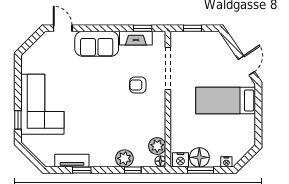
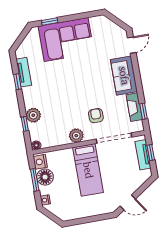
tv unit: (193, 38) -> (143, 155), added
bed: (226, 100) -> (88, 170), moved, turned 180
plant: (157, 146) -> (76, 136), moved

